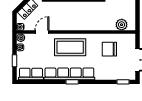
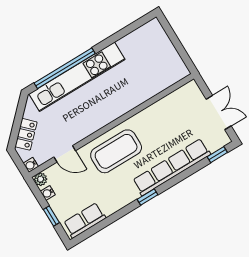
plant: (122, 25) -> (167, 78), removed
door: (42, 32) -> (65, 154), swing flipped
chair: (109, 49) -> (171, 121), removed
row of seats: (69, 74) -> (172, 167), moved

